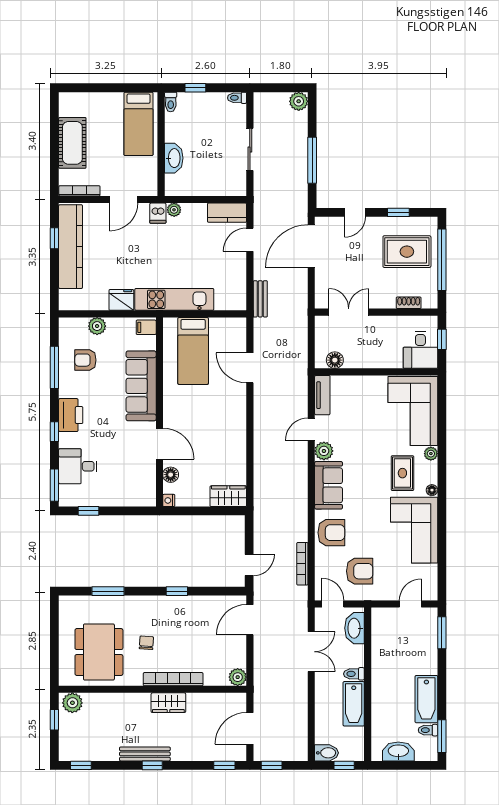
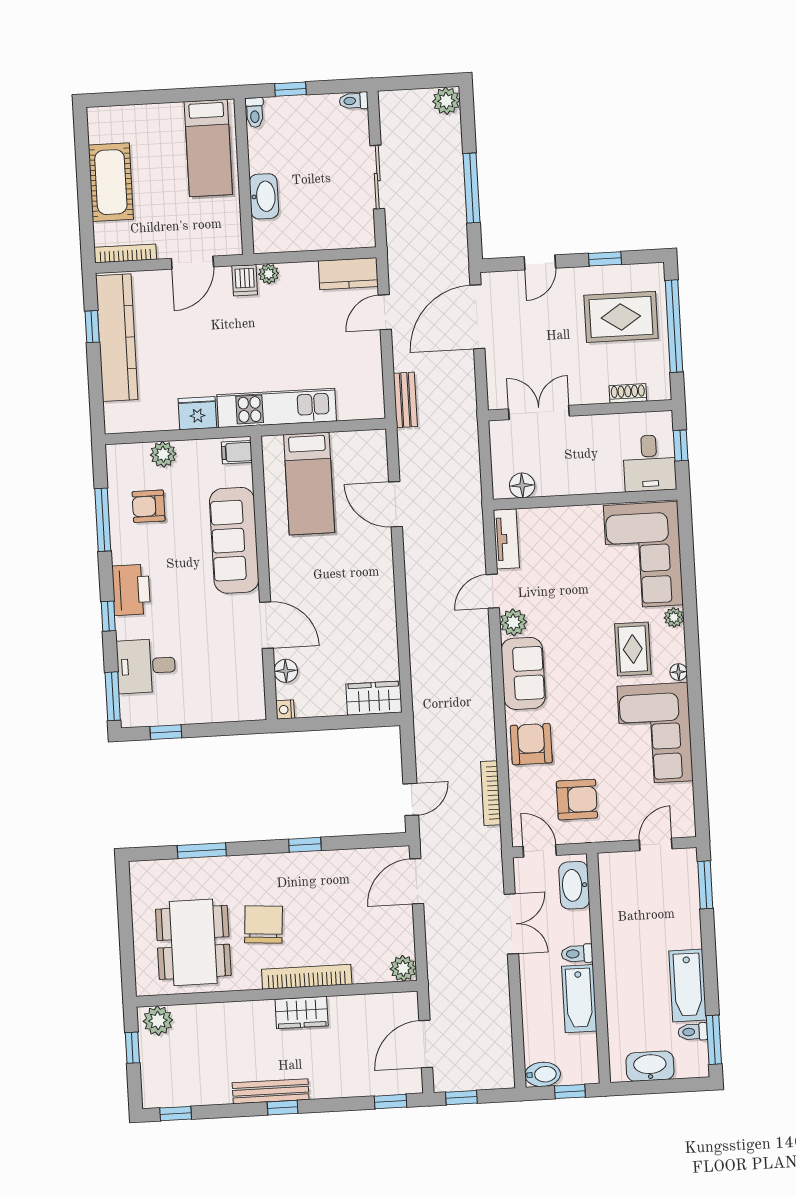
armchair: (331, 533) -> (531, 744), turned -90
chair: (146, 643) -> (264, 925), width x1.87, depth x1.87

